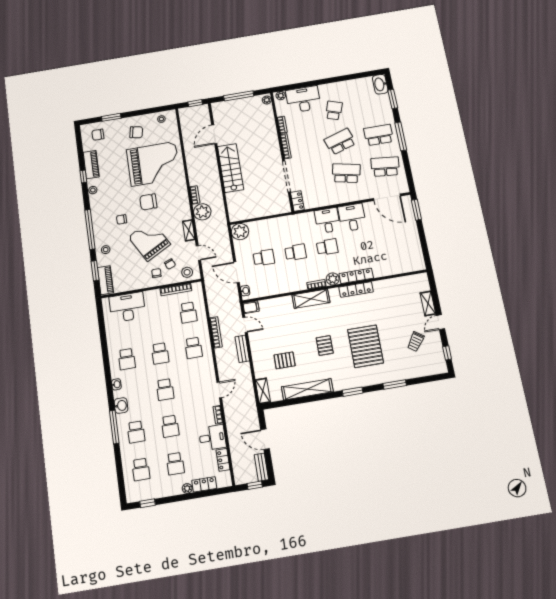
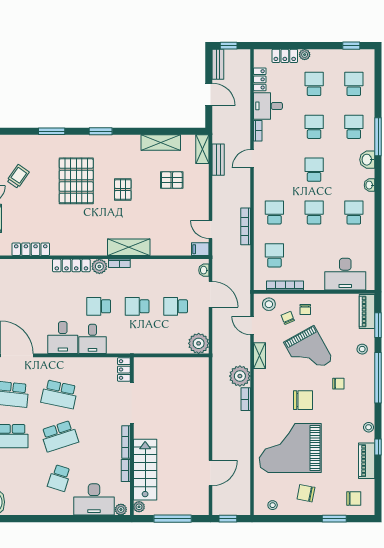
stairs: (231, 168) -> (145, 470), moved, turned 180
locker: (356, 289) -> (31, 249), moved
bench: (242, 349) -> (218, 160), moved
shelving: (307, 389) -> (161, 143), width x0.68

